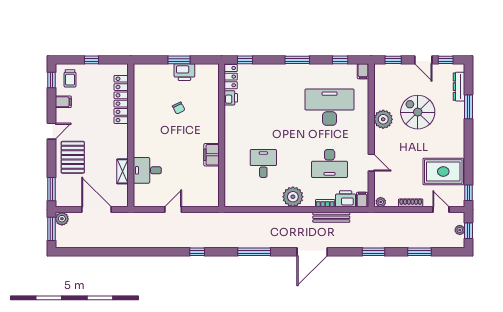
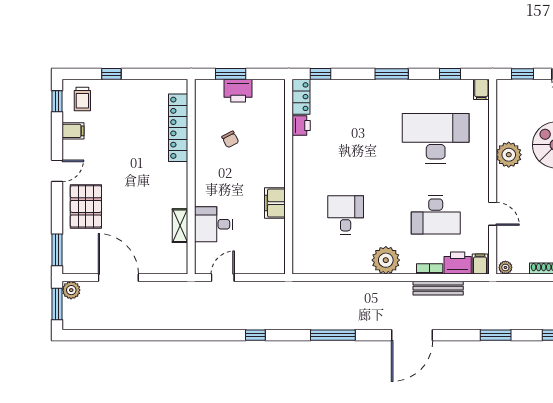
locker: (121, 99) -> (178, 128), moved
wall: (131, 135) -> (191, 177), moved
desk: (147, 170) -> (214, 224), moved
shelving: (123, 171) -> (180, 226), moved

